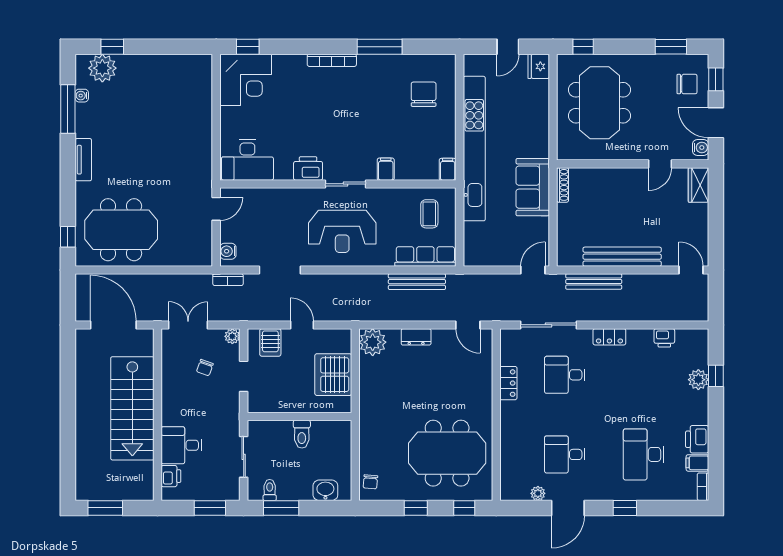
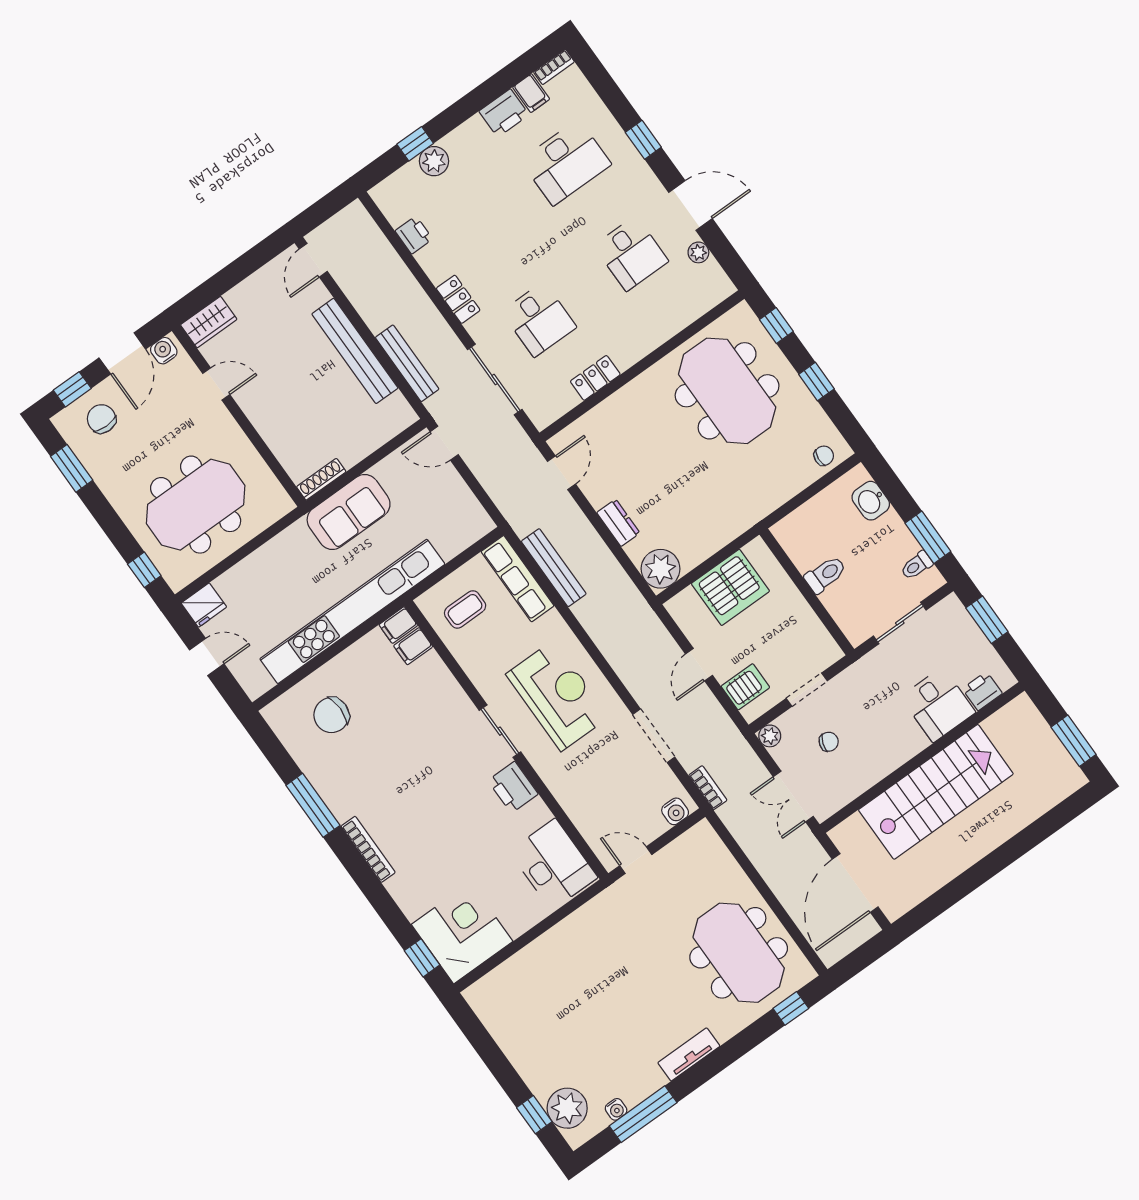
filing cabinet: (386, 169) -> (413, 646), moved

